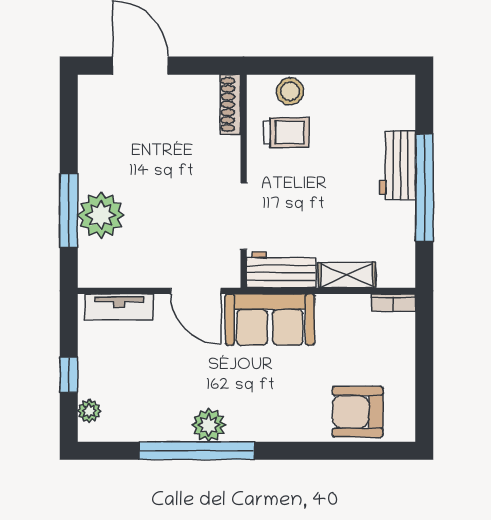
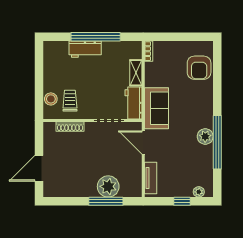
shoe rack: (230, 104) -> (70, 127), moved
door: (196, 291) -> (143, 143), swing flipped

